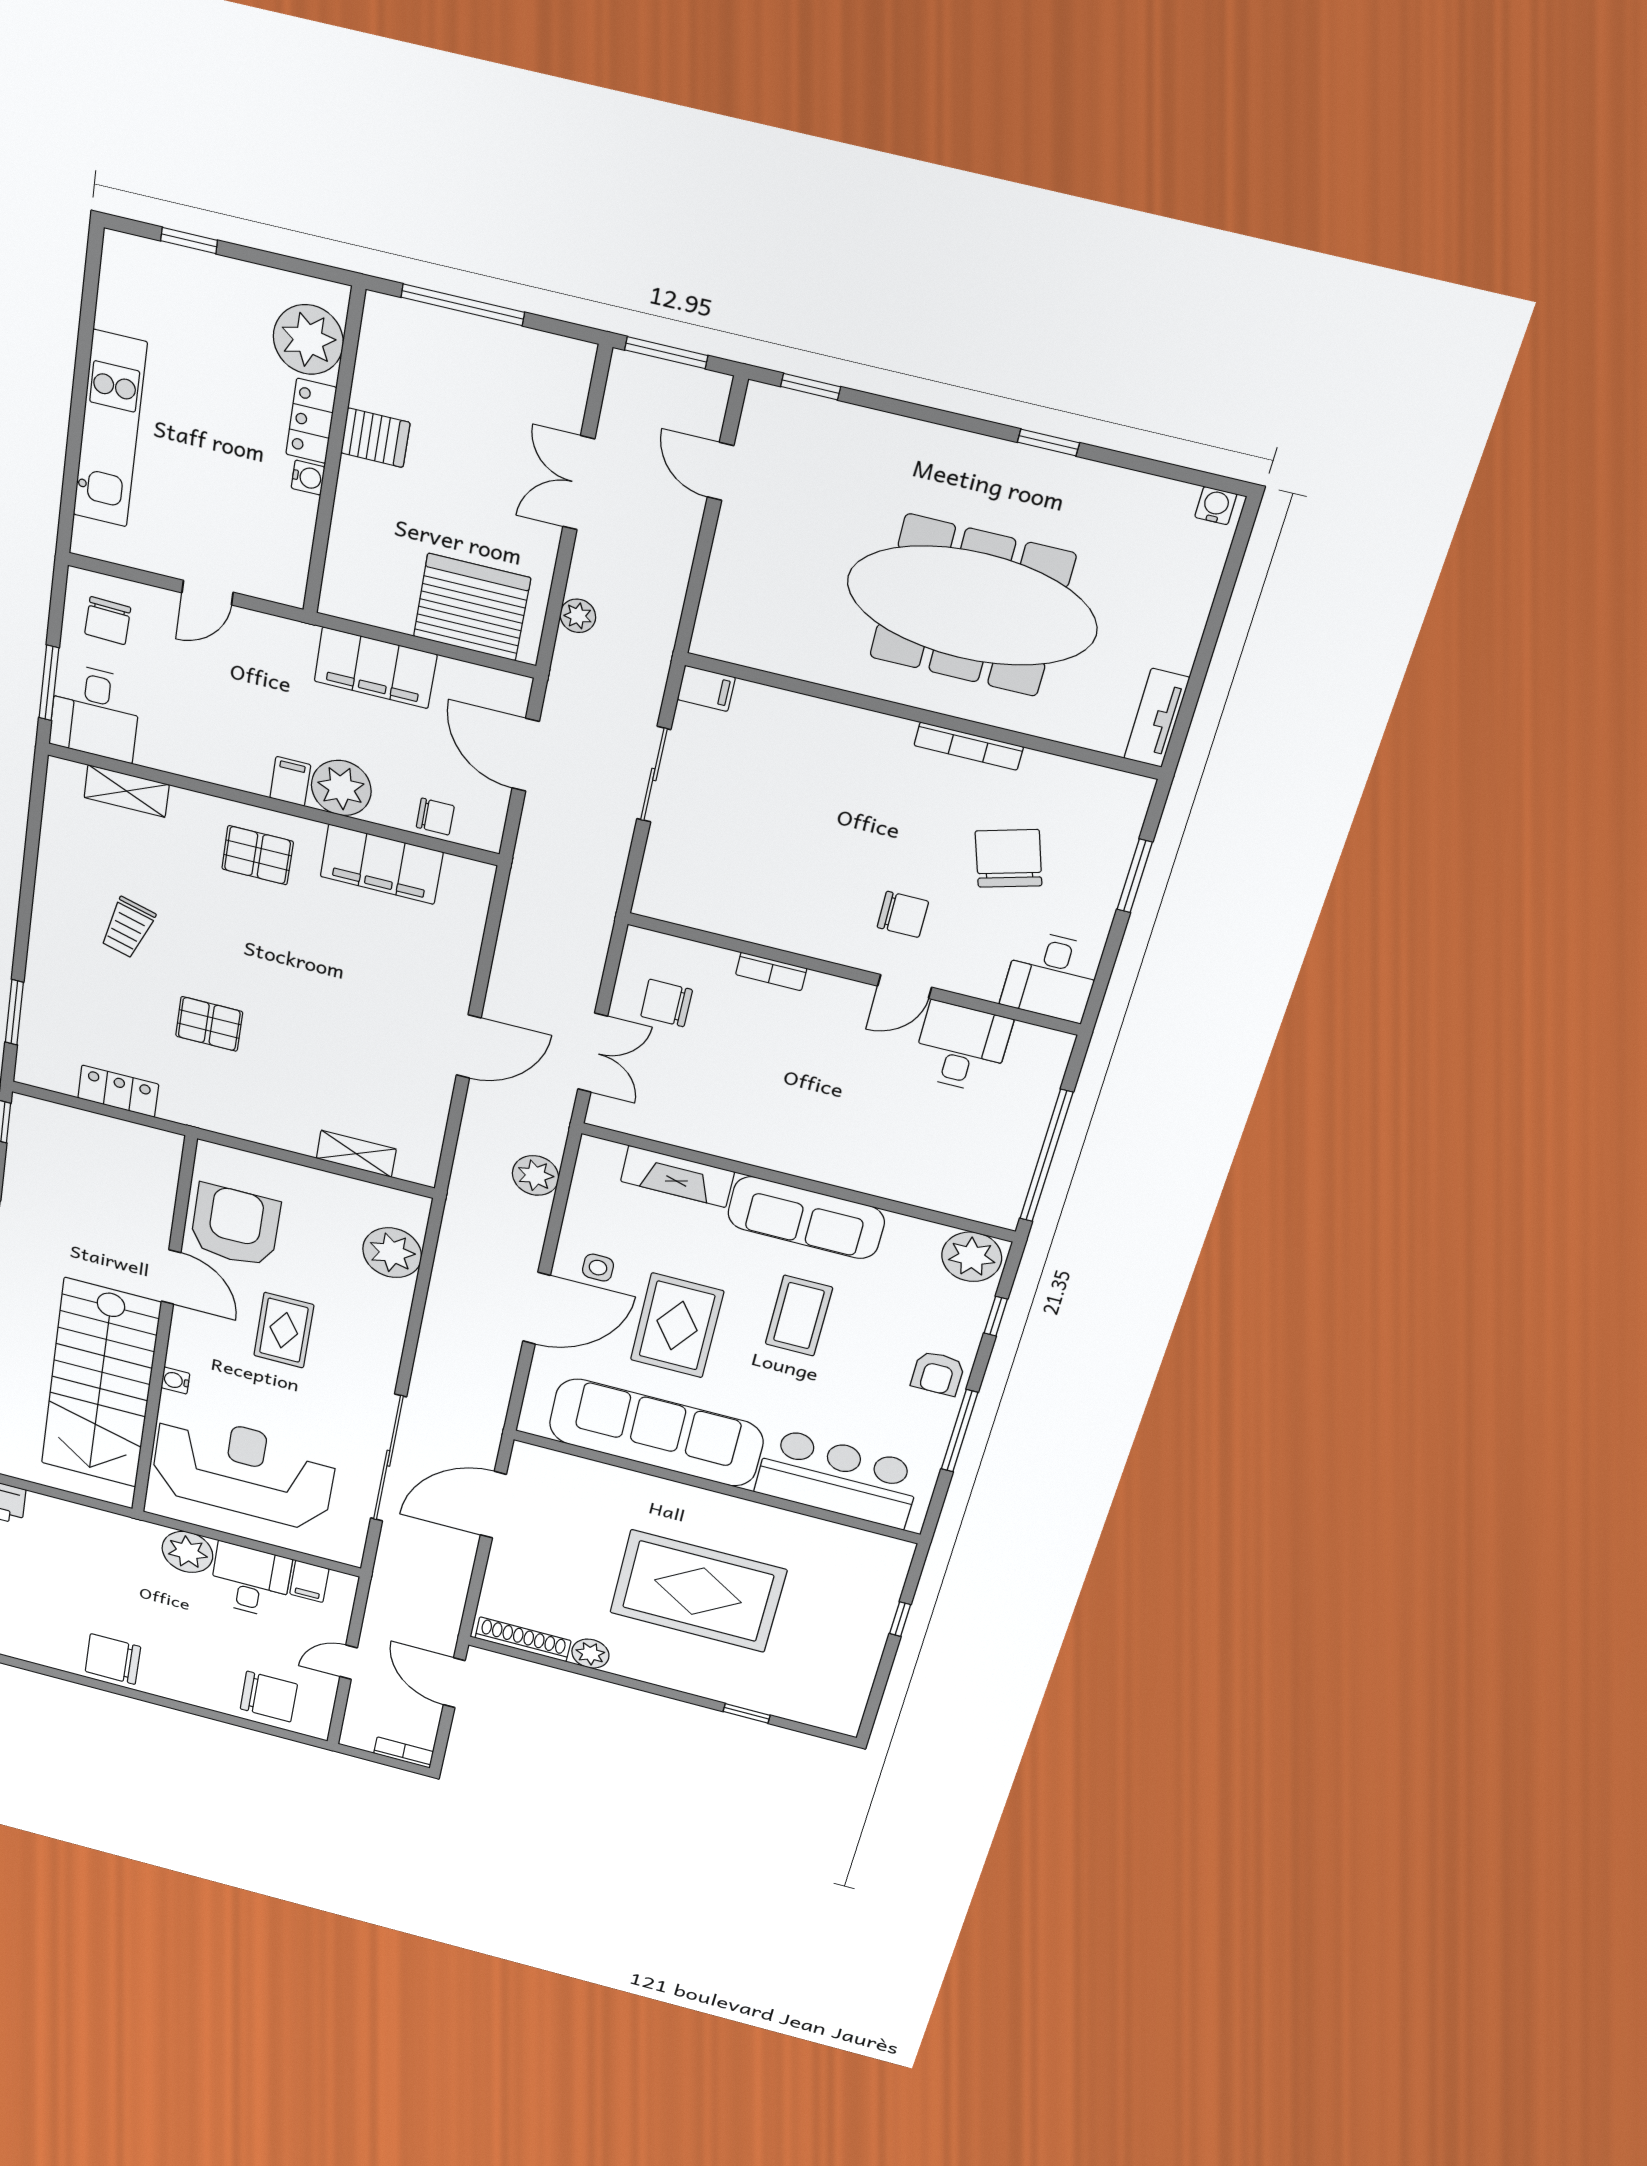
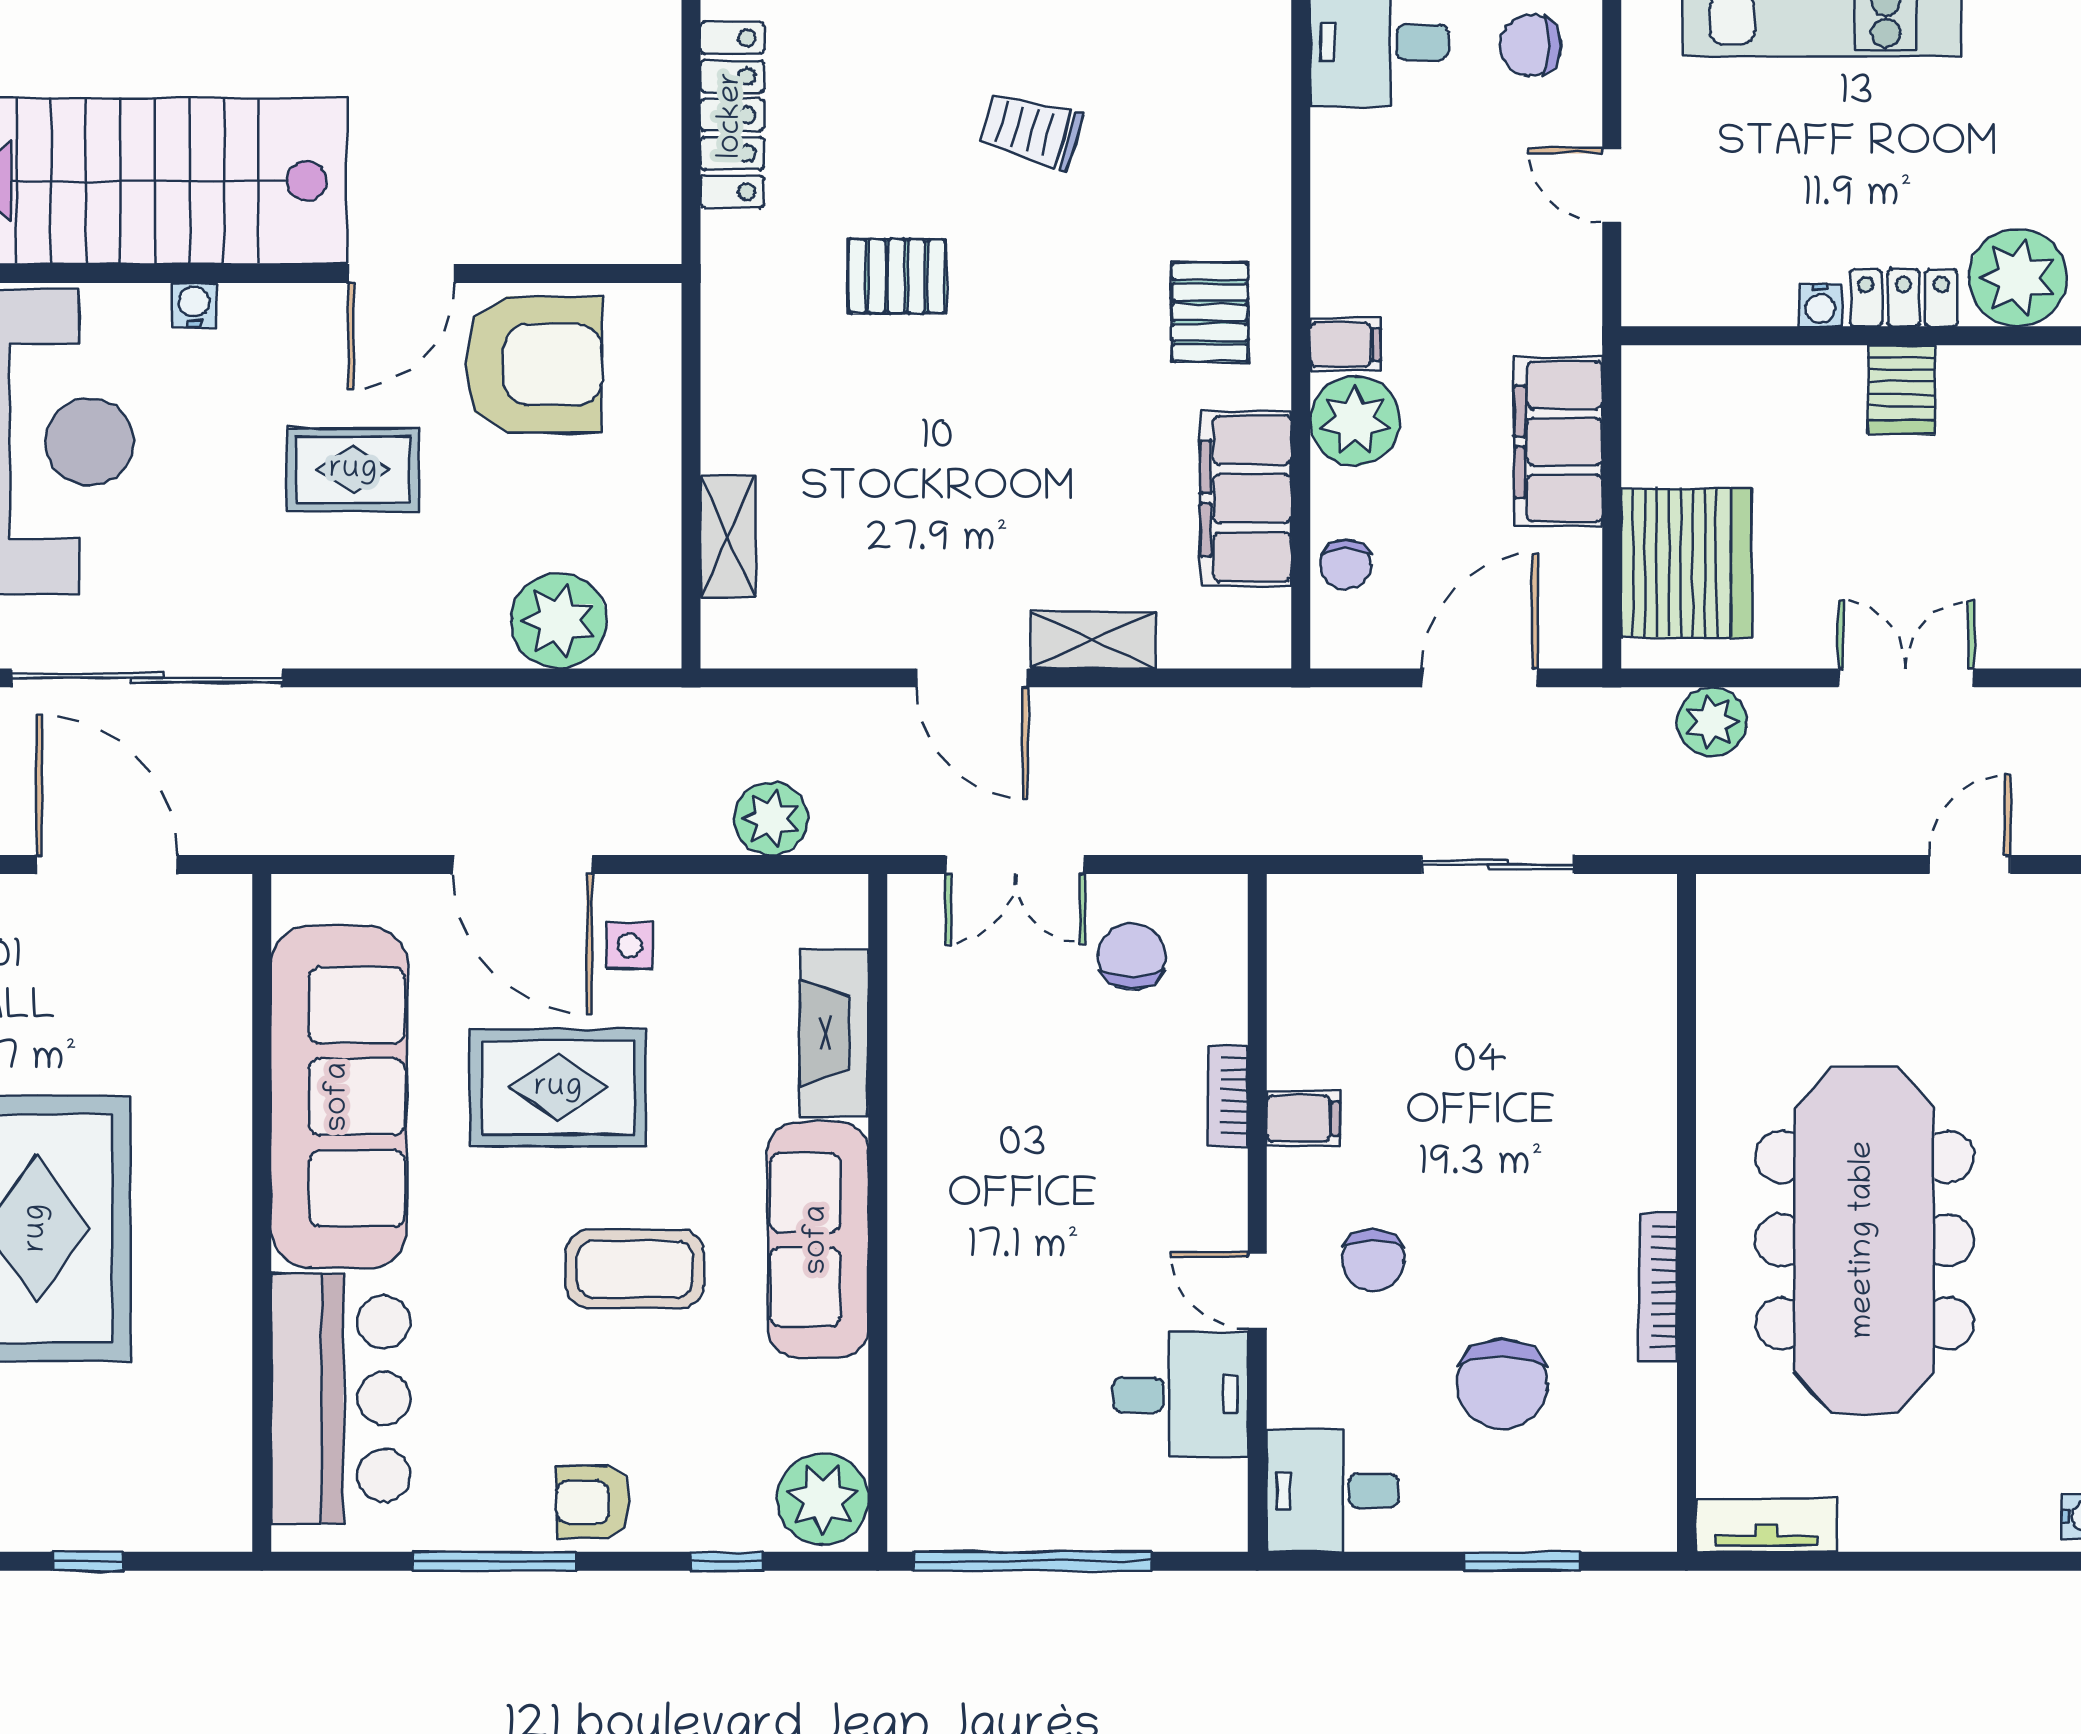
plant: (578, 616) -> (1712, 722), width x1.38, depth x1.38
filing cabinet: (706, 688) -> (1303, 1119), moved, turned -90
shelving: (127, 791) -> (1093, 640), moved, turned 90
chair: (1009, 858) -> (1502, 1384), turned 107
pallet: (209, 1024) -> (897, 276), turned 90
locker: (118, 1091) -> (732, 115), width x1.53

